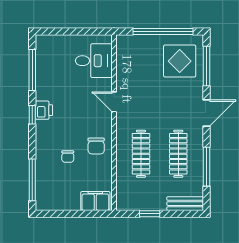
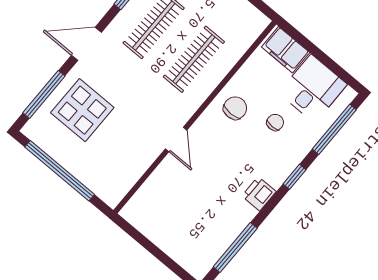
desk: (94, 61) -> (313, 89), moved, turned 90
display table: (180, 61) -> (82, 110), moved
window: (32, 115) -> (295, 177), moved

